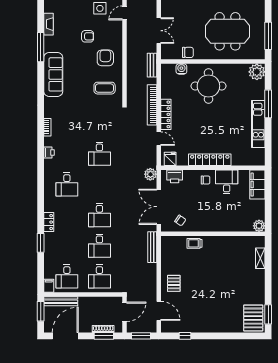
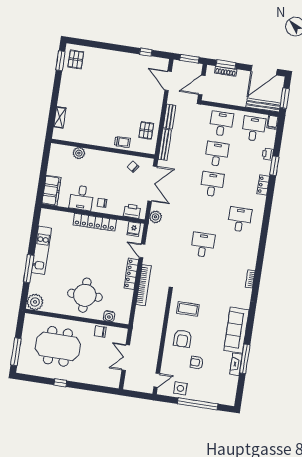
fireplace: (48, 24) -> (236, 364), moved
window: (268, 36) -> (16, 352), moved
bench: (152, 65) -> (169, 117), moved
printer: (49, 152) -> (268, 154), moved
plant: (259, 226) -> (79, 153), moved
pallet: (174, 283) -> (146, 130), moved
pallet: (253, 318) -> (76, 59), width x0.67, depth x0.71

